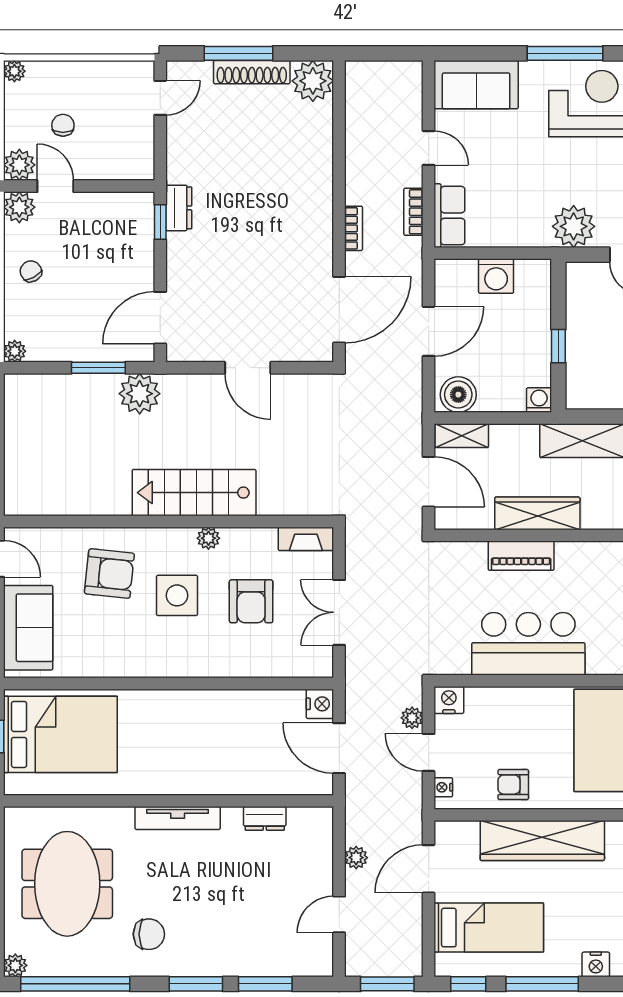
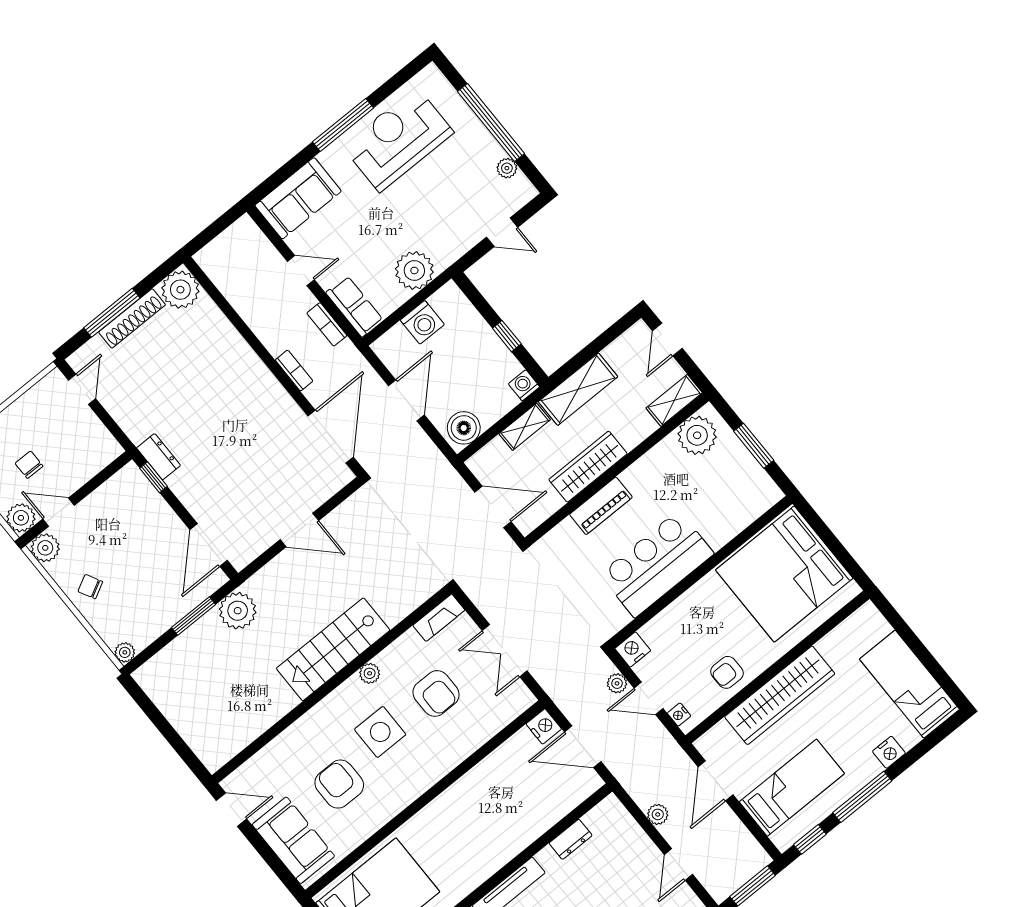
plant: (574, 226) -> (414, 270), moved
shelving: (462, 436) -> (525, 427), moved
armchair: (109, 574) -> (339, 784), moved, turned -96

